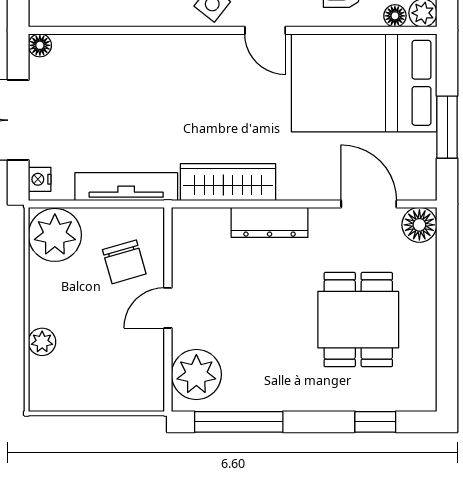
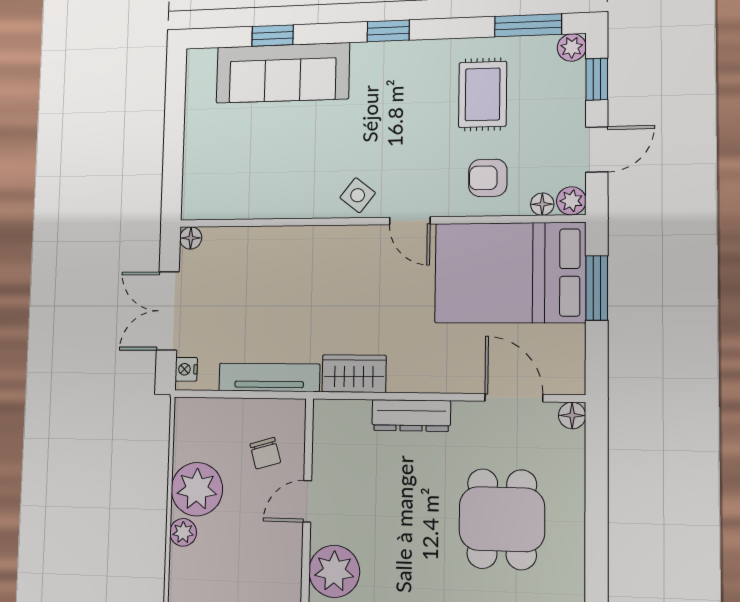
window: (447, 127) -> (597, 288), moved
wardrobe: (228, 182) -> (354, 374), width x0.67
floor lamp: (419, 225) -> (572, 415), width x0.73, depth x0.73
plant: (55, 235) -> (197, 489), moved
chair: (124, 262) -> (265, 453), width x0.73, depth x0.73

